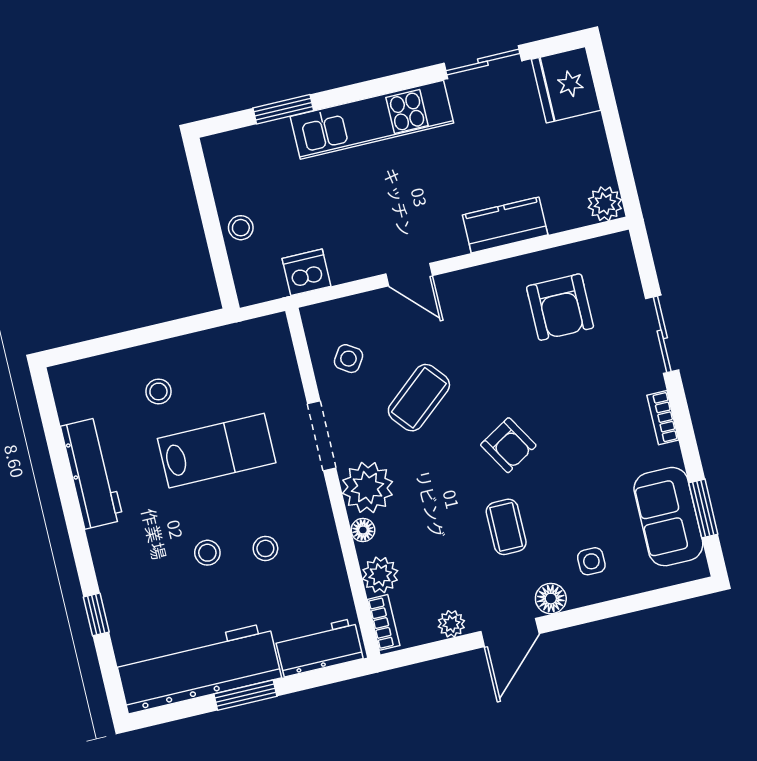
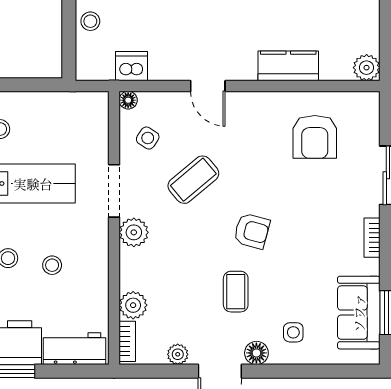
armchair: (508, 445) -> (252, 231), turned -44
plant: (367, 487) -> (134, 232), width x0.73, depth x0.73
floor lamp: (363, 530) -> (128, 100), moved

